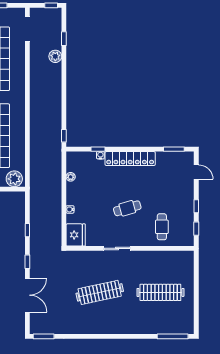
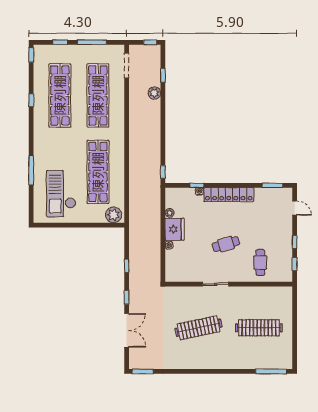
fridge: (76, 235) -> (175, 229), moved

